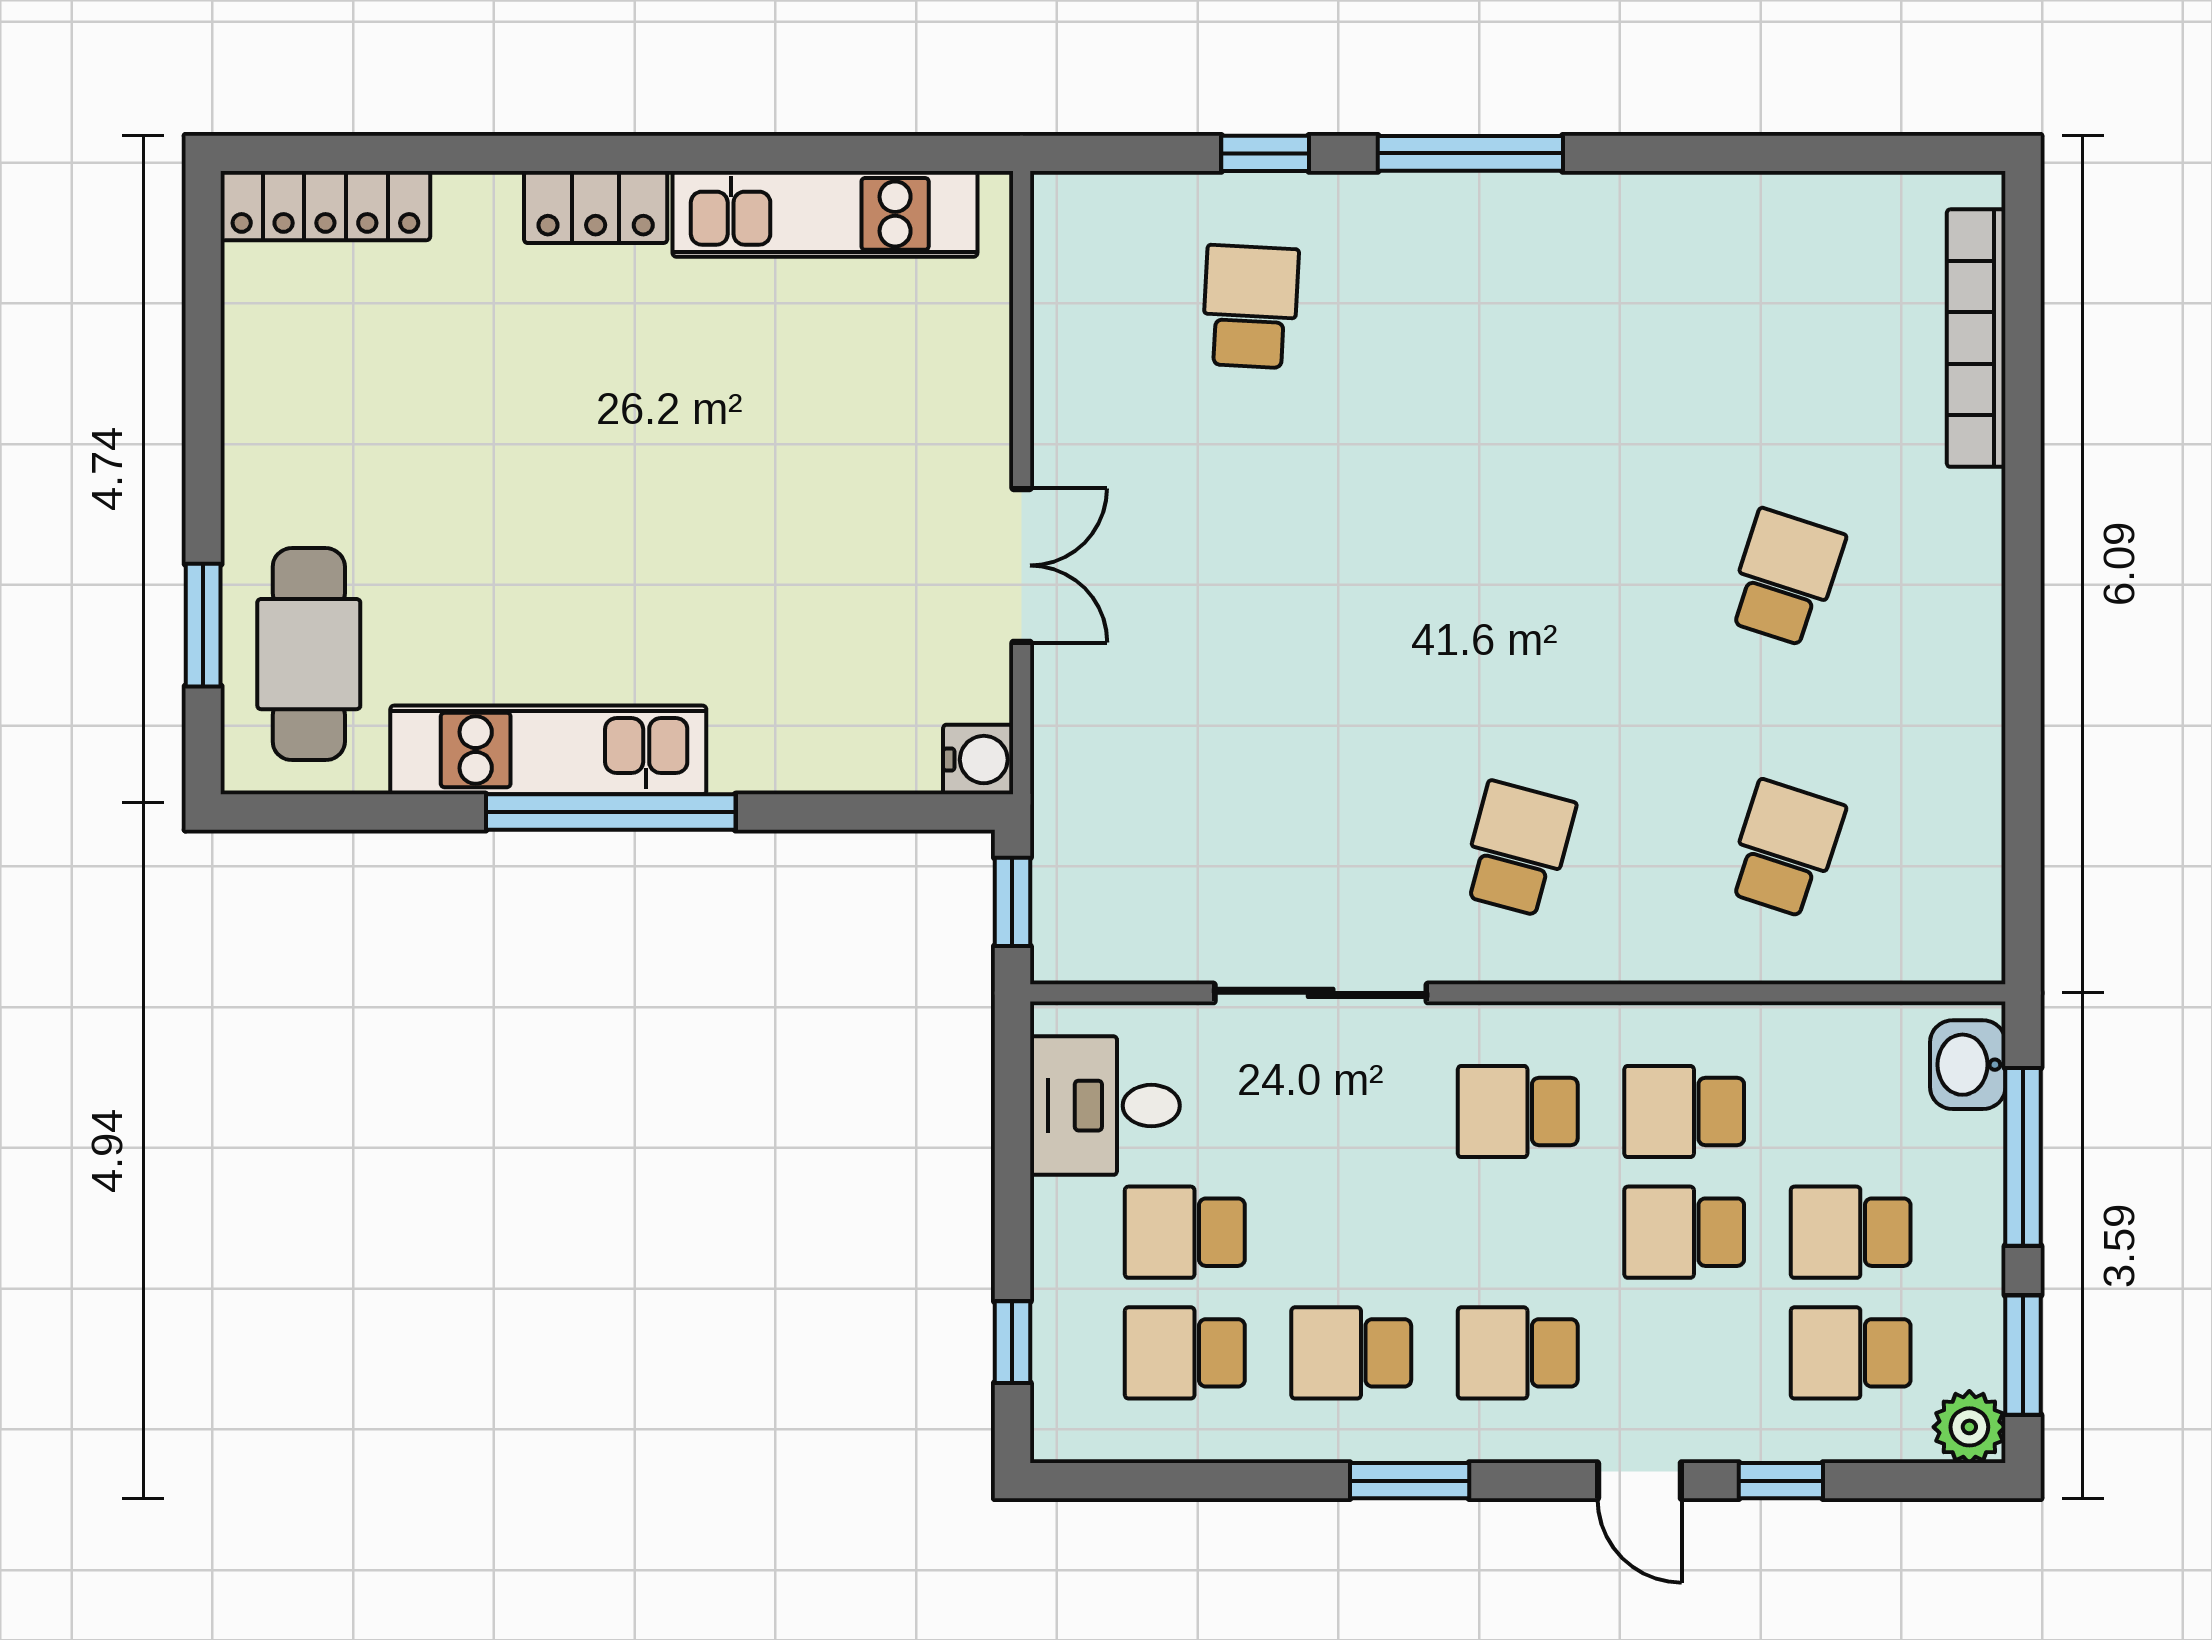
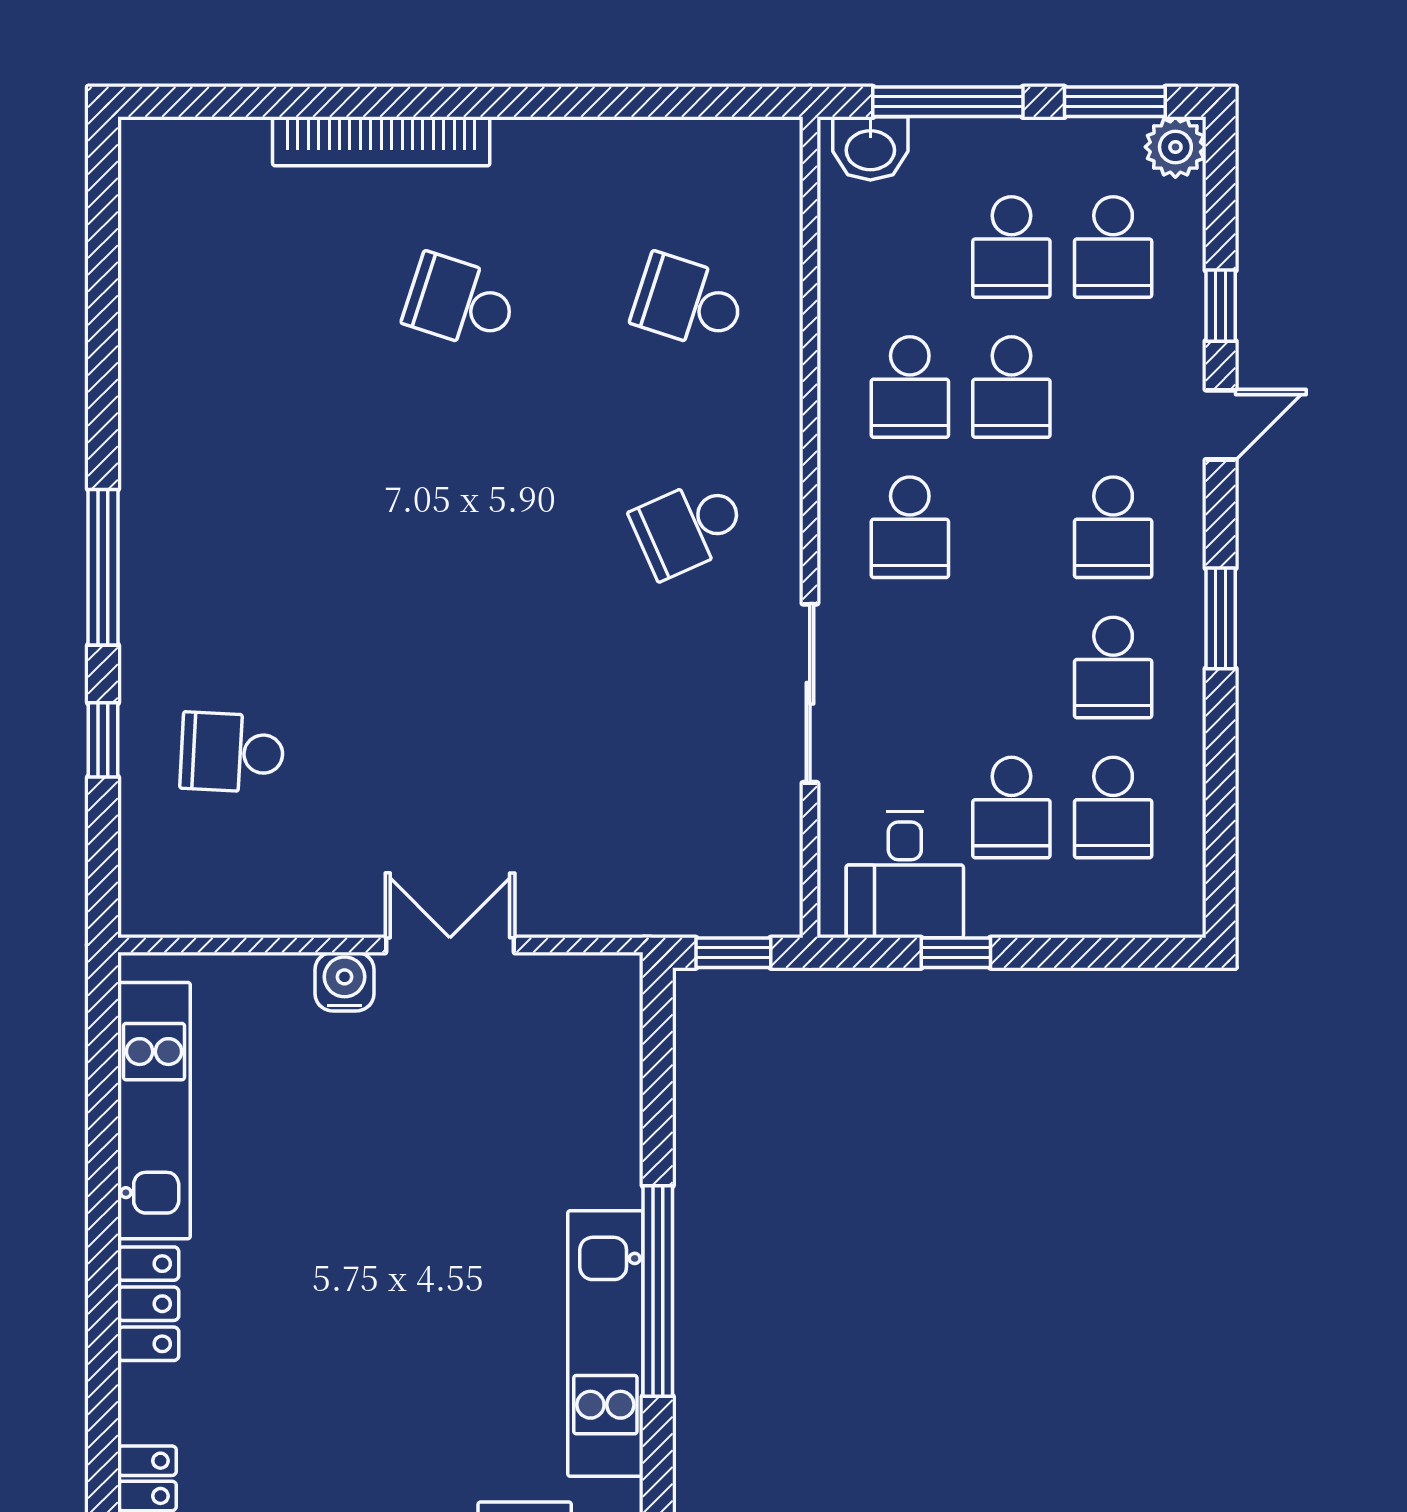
bookcase: (1976, 338) -> (381, 141), moved
water cooler: (978, 760) -> (344, 982), moved
school desk: (1518, 849) -> (689, 527), turned -39
window: (1012, 1342) -> (956, 953), moved

